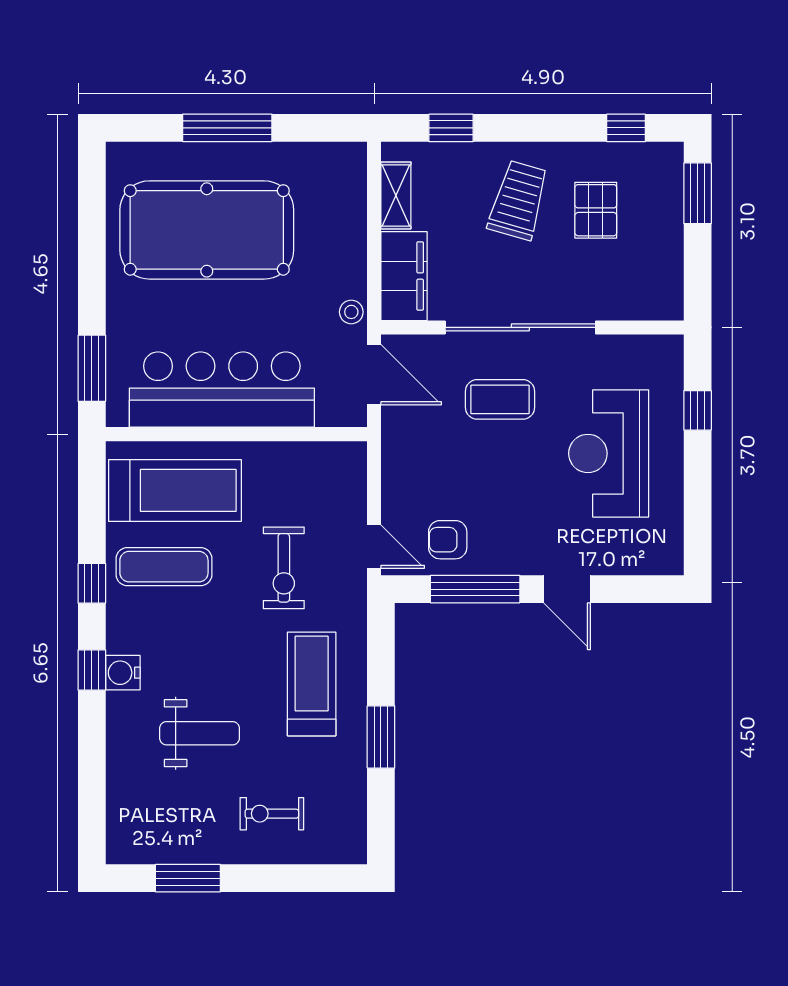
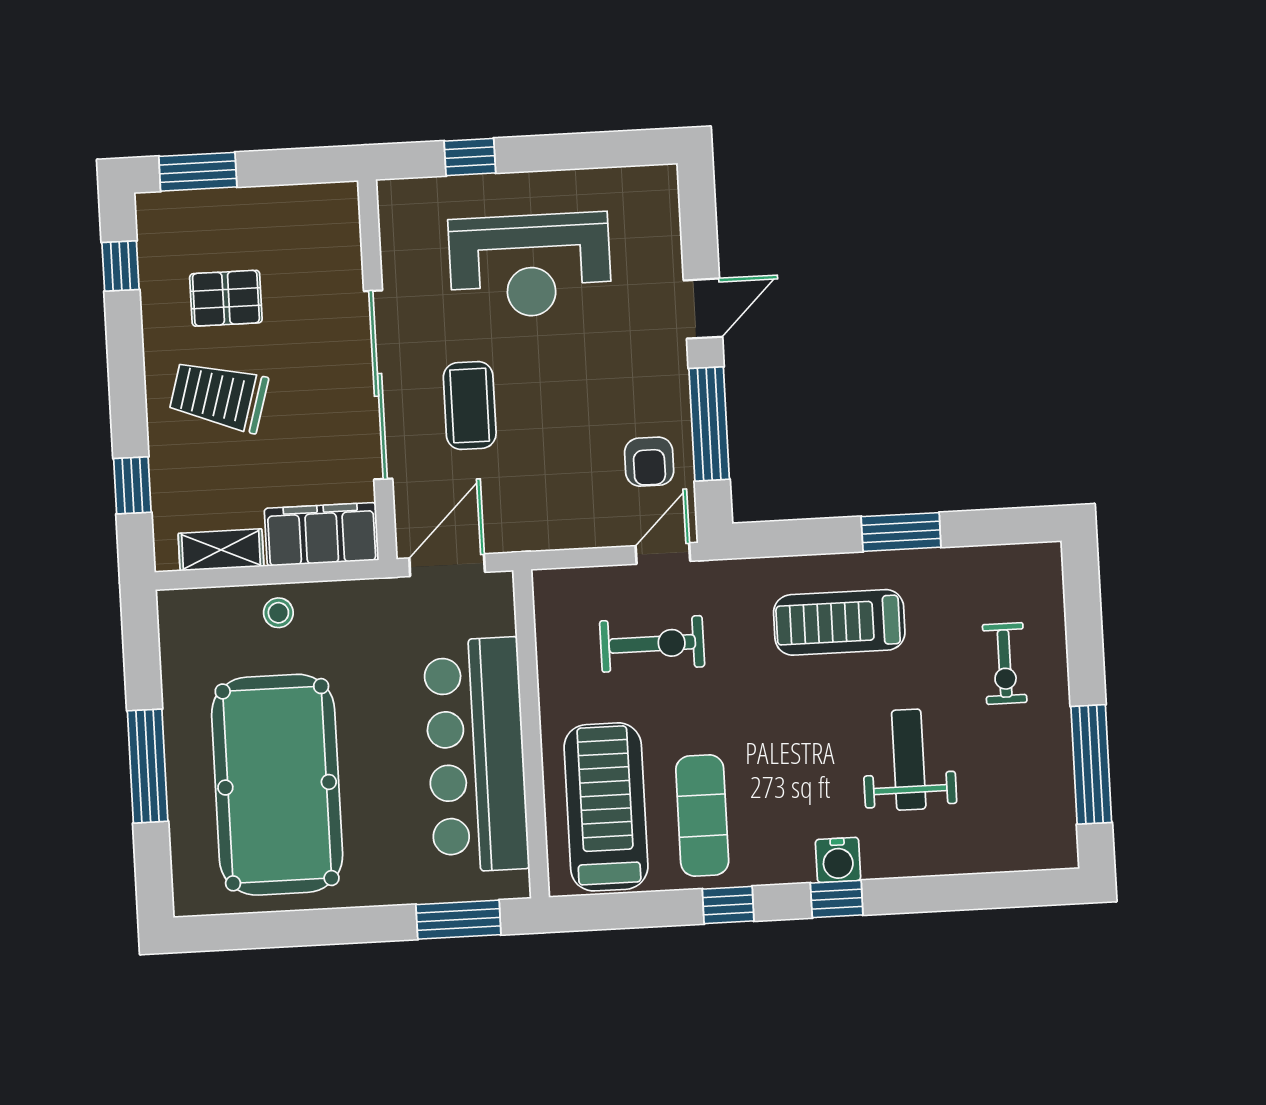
stool: (351, 312) -> (278, 613), moved
exercise bike: (284, 568) -> (652, 644), moved
window: (188, 878) -> (1091, 764), width x1.44

